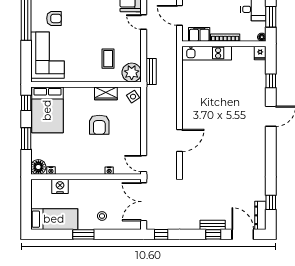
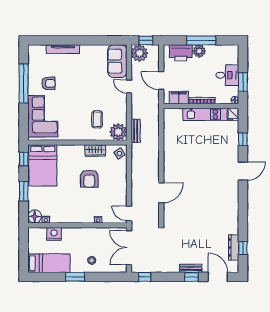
kitchen unit: (207, 53) -> (205, 114), moved
dresser: (260, 215) -> (234, 248), moved

